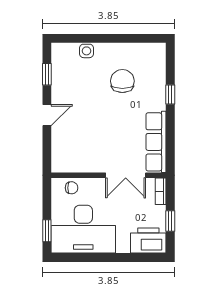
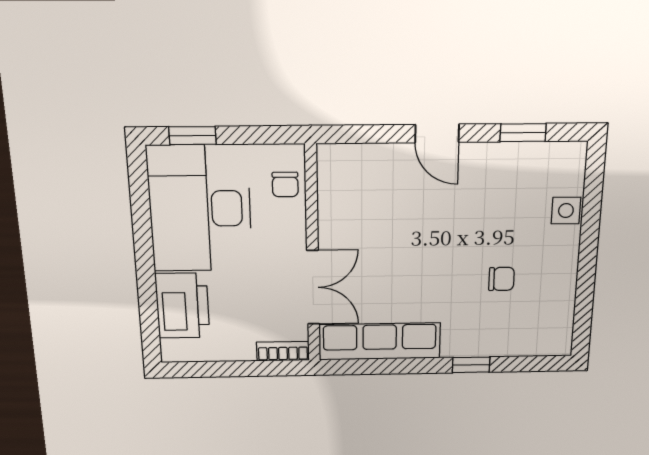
chair: (122, 81) -> (501, 279), width x0.54, depth x0.54
double door: (126, 175) -> (313, 288), swing flipped
window: (170, 221) -> (225, 369), removed
printer: (148, 241) -> (182, 306), moved

